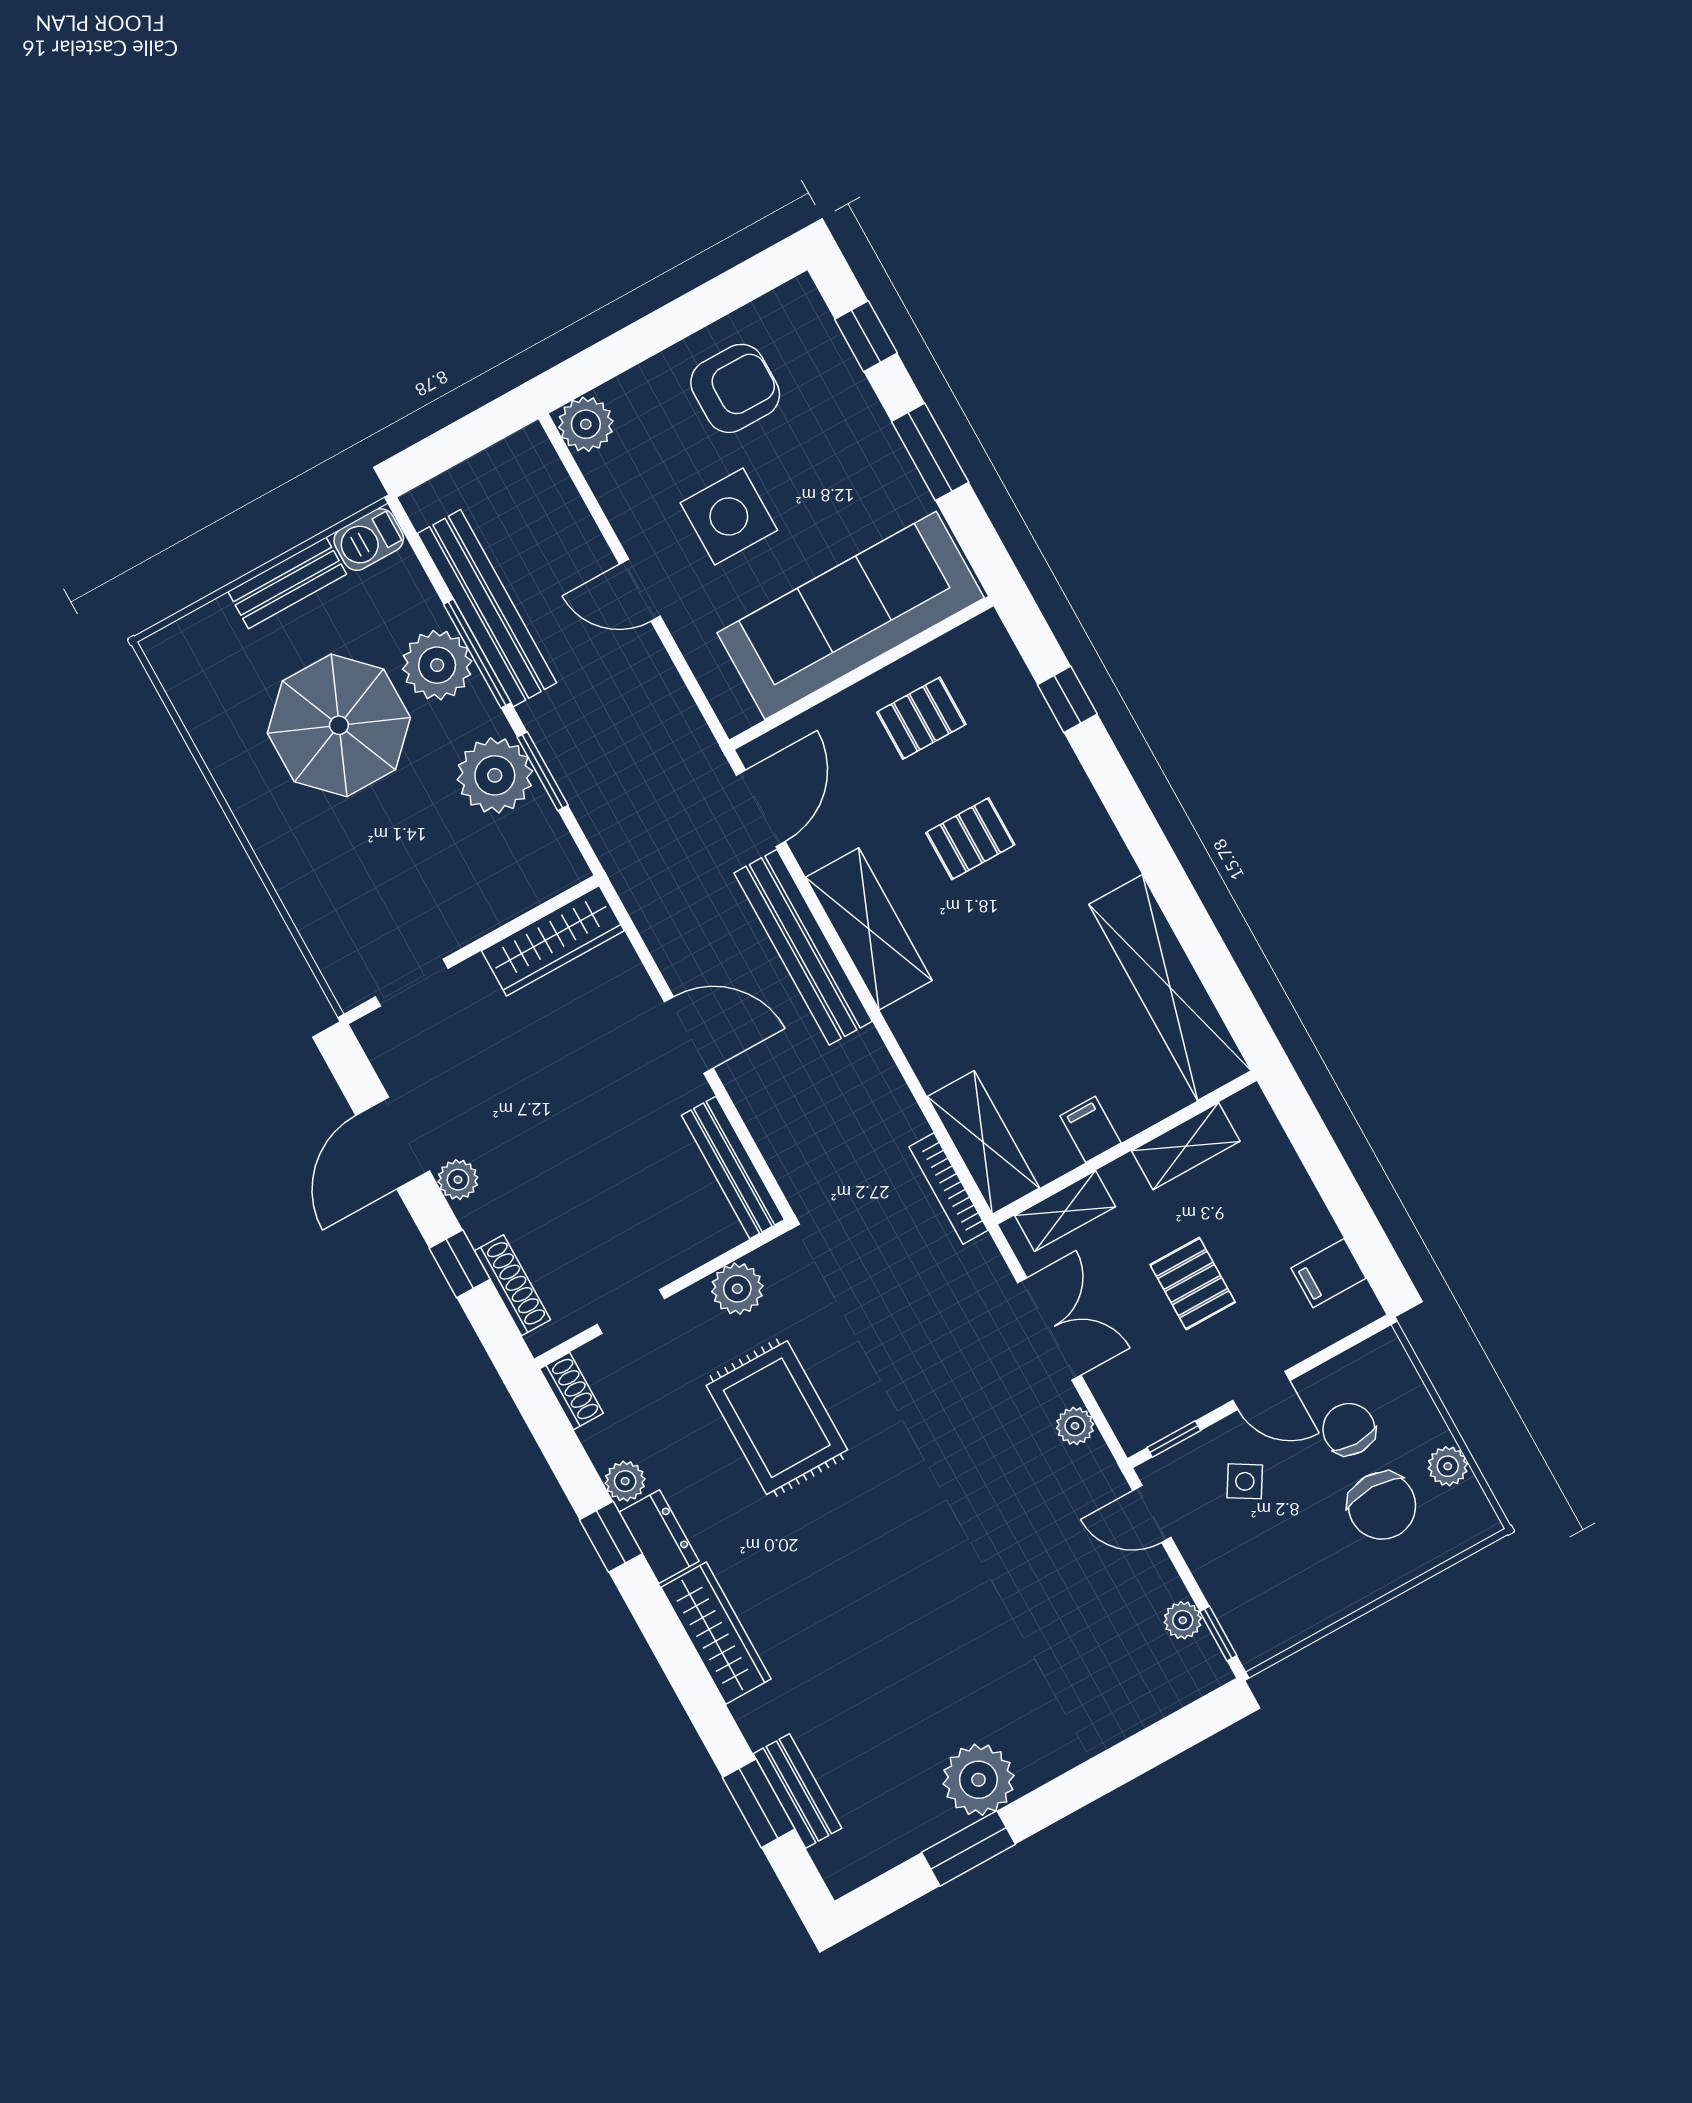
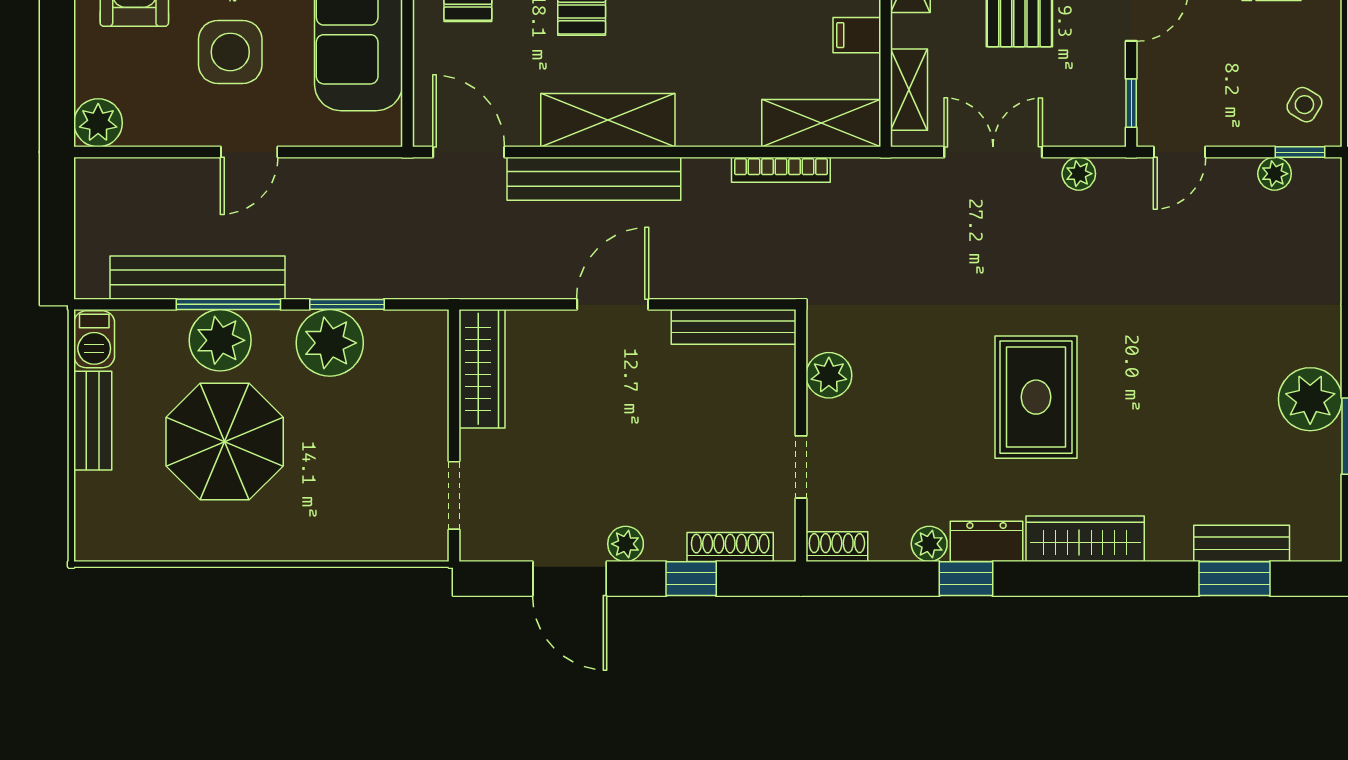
bookcase: (949, 1188) -> (781, 170), moved
rug: (777, 1418) -> (1036, 397), moved, turned 90
side table: (1245, 1481) -> (1304, 105), moved

